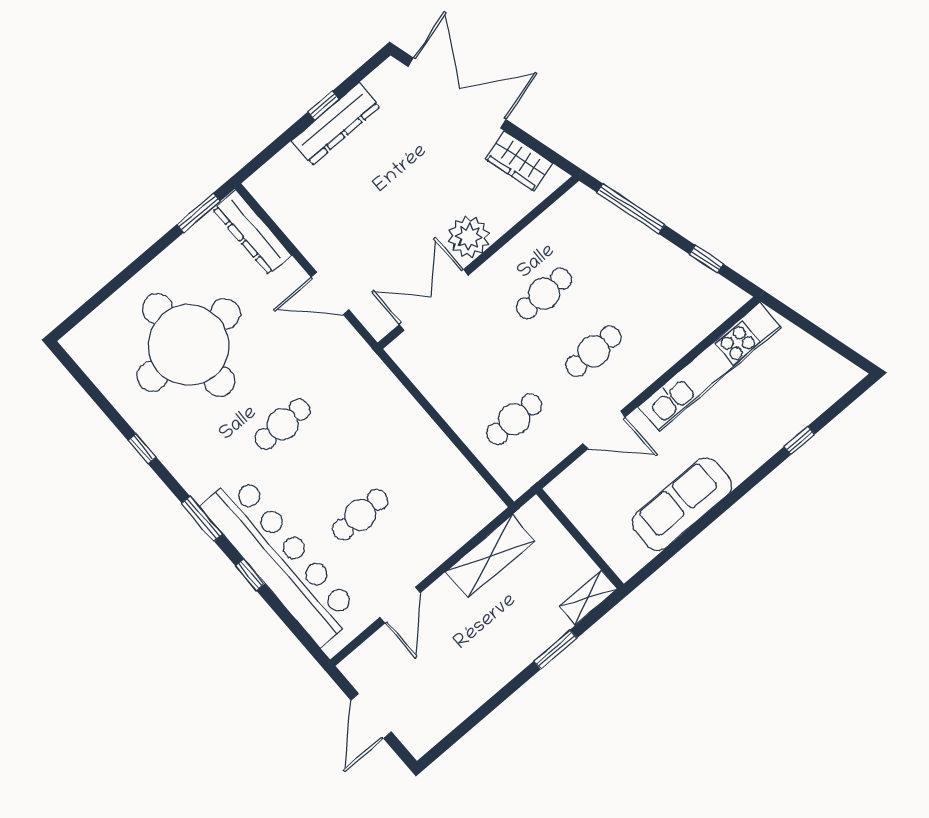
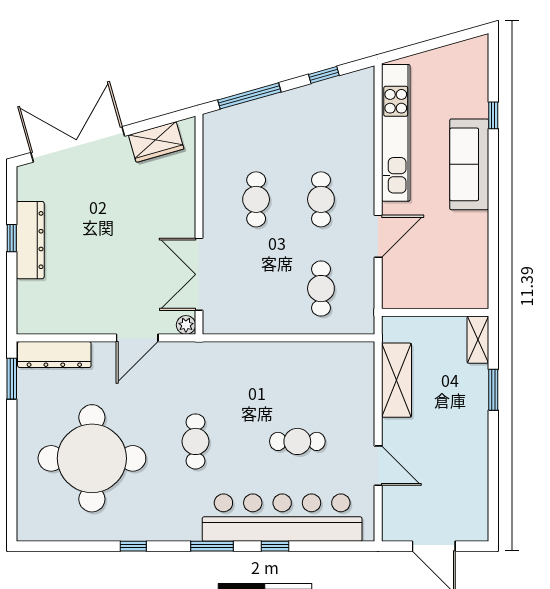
plant: (469, 237) -> (186, 325), moved, width x0.53, depth x0.53
sofa: (682, 504) -> (469, 164), moved
cafe table: (360, 515) -> (297, 441), turned 90

